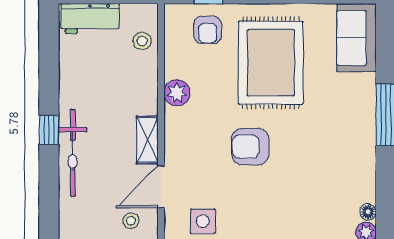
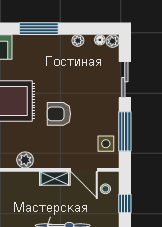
armchair: (250, 147) -> (59, 114), turned 90
plant: (367, 177) -> (78, 41), added

